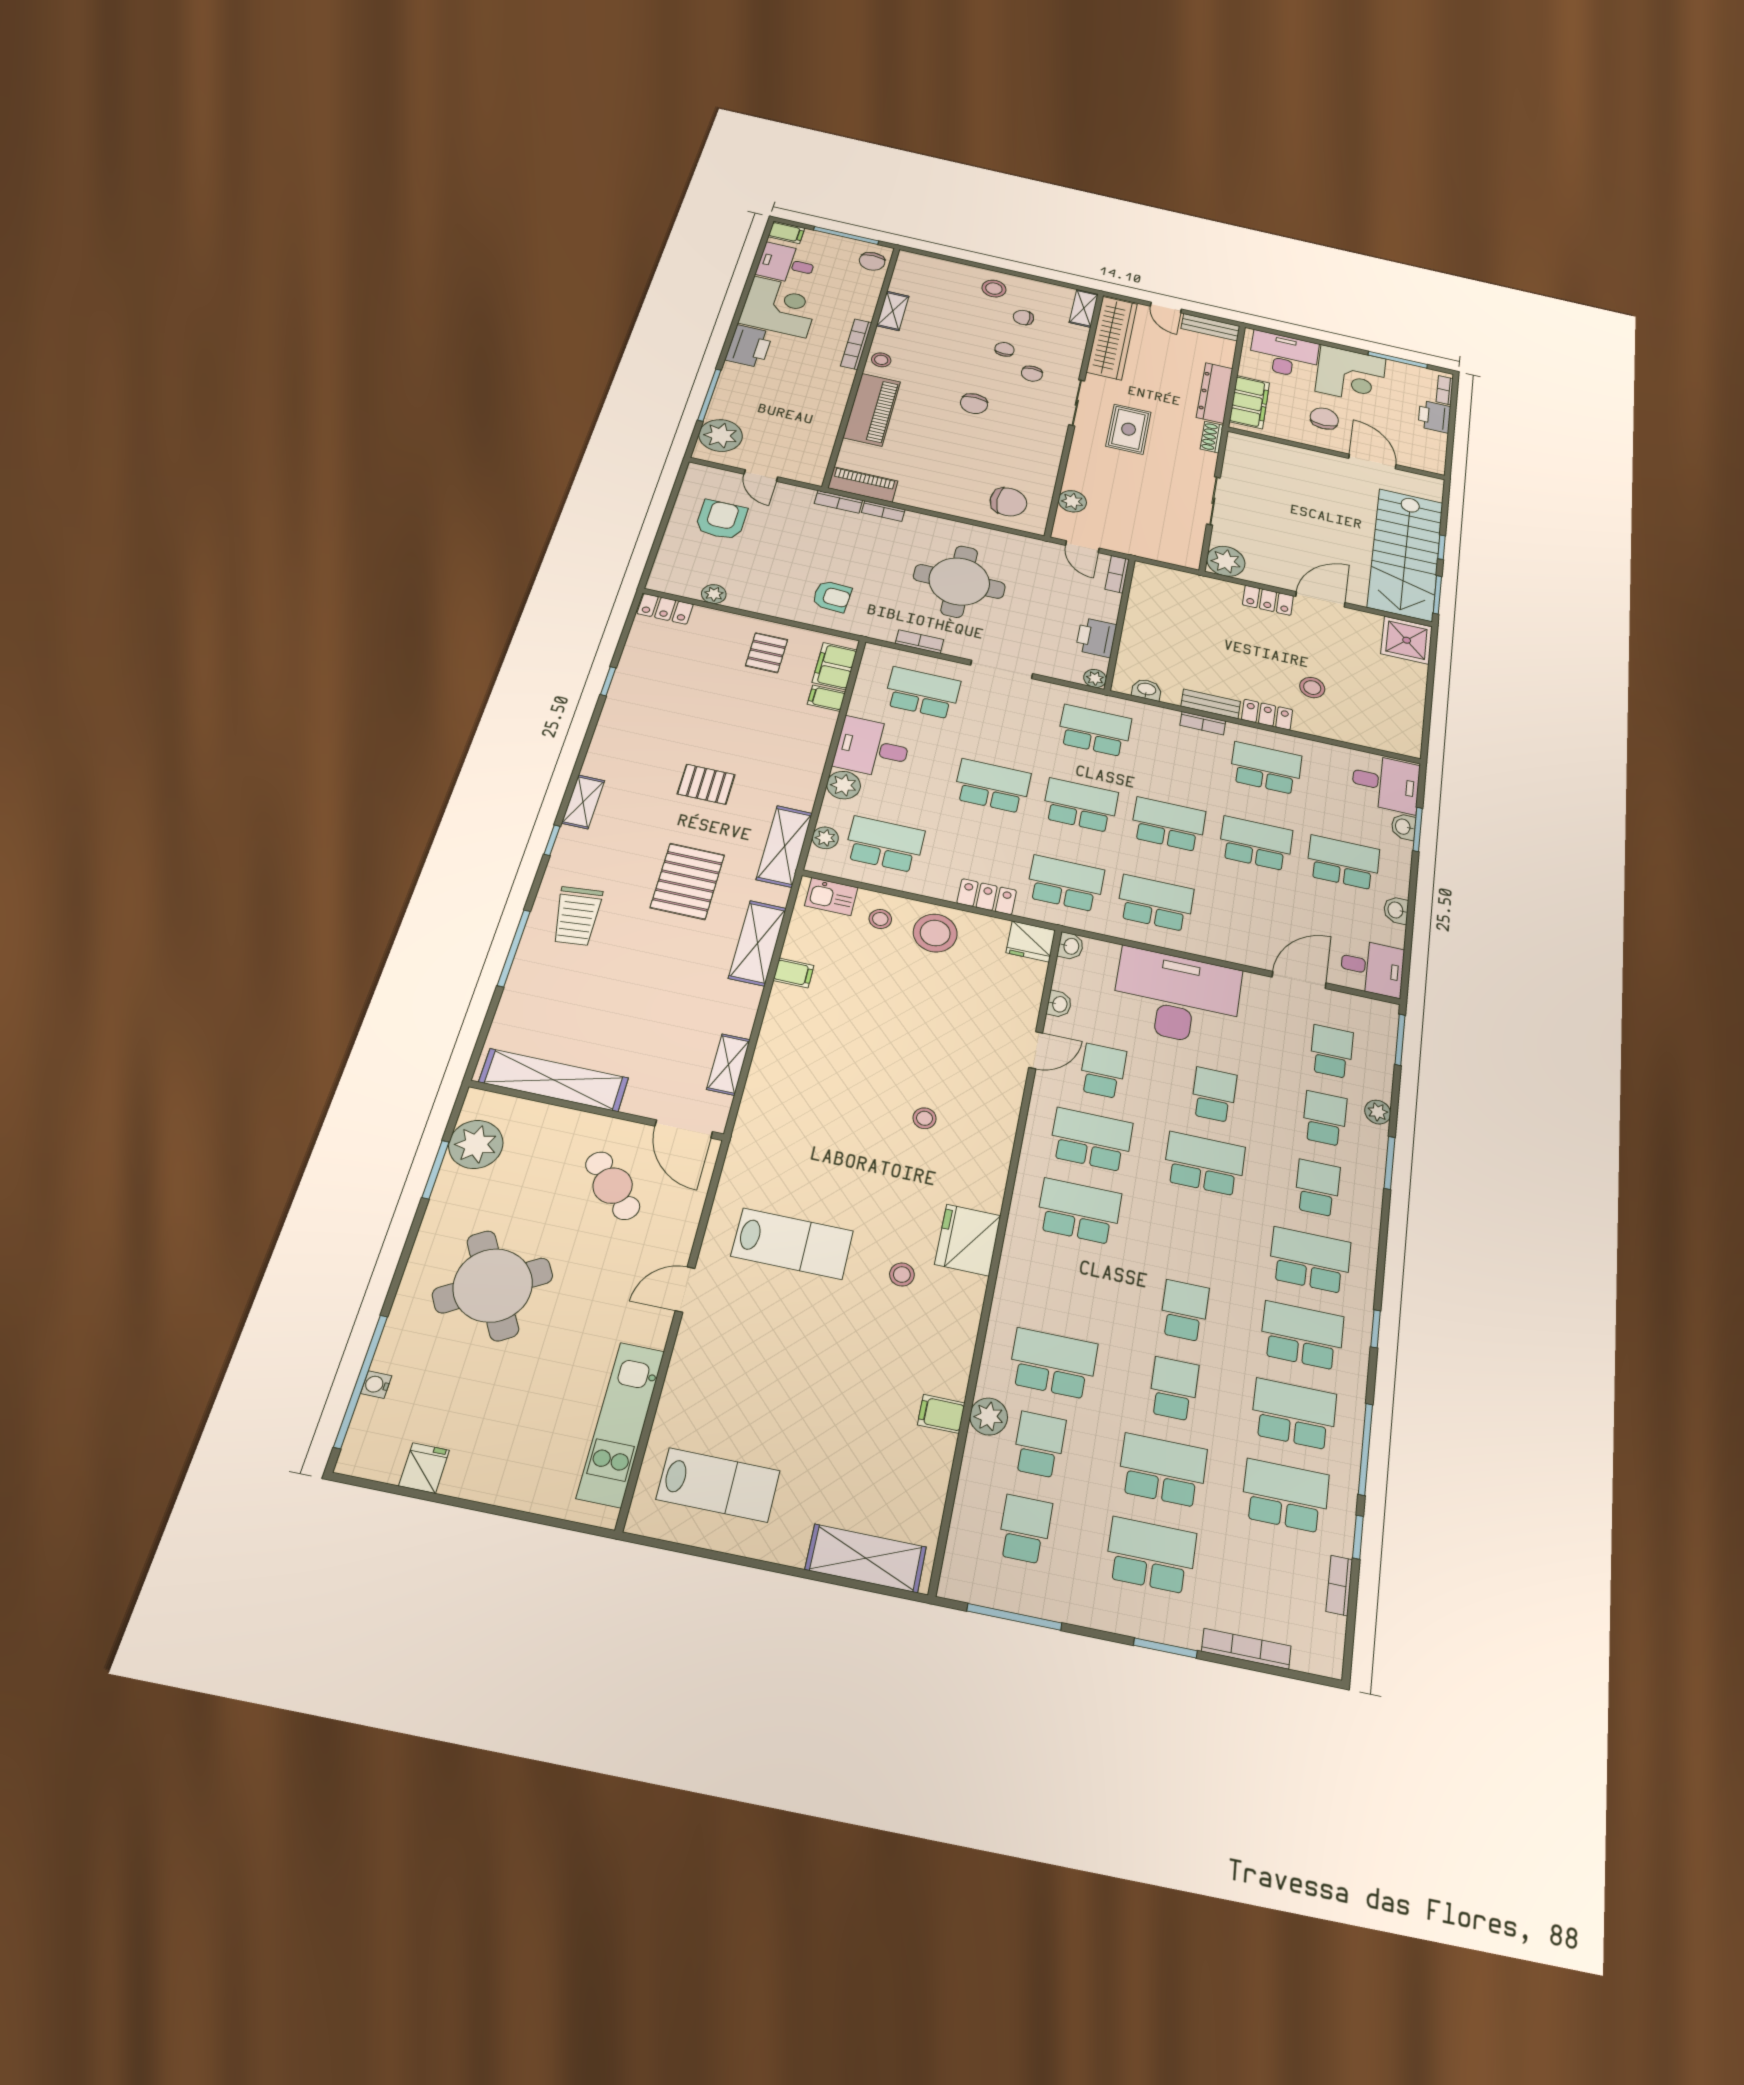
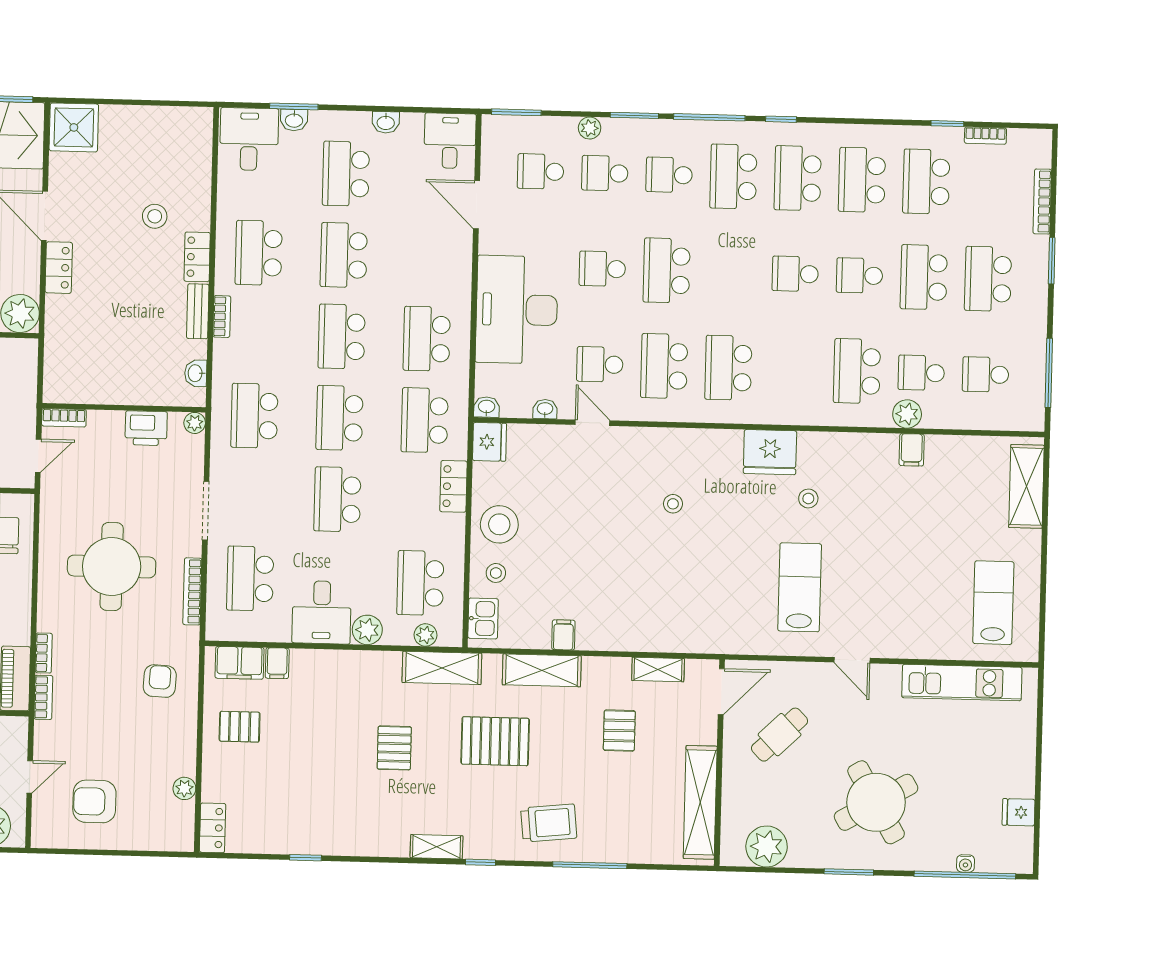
bookcase: (919, 642) -> (192, 591), width x1.56
pallet: (666, 1009) -> (619, 731), added
window: (436, 1170) -> (849, 872), moved
window: (1365, 1449) -> (709, 117), moved

